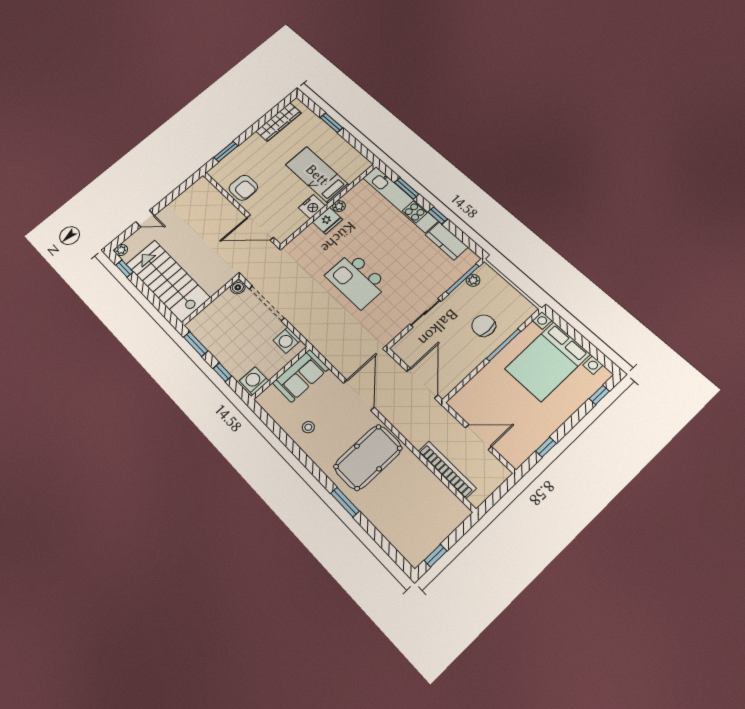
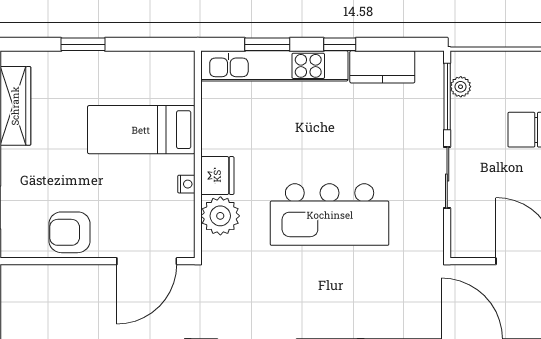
armchair: (243, 188) -> (70, 232), turned 180
plant: (339, 206) -> (220, 216), moved, width x1.87, depth x1.87
nightstand: (312, 207) -> (186, 184), width x0.53, depth x0.56
kitchen island: (357, 280) -> (330, 215), width x1.37

